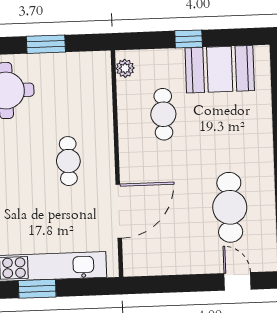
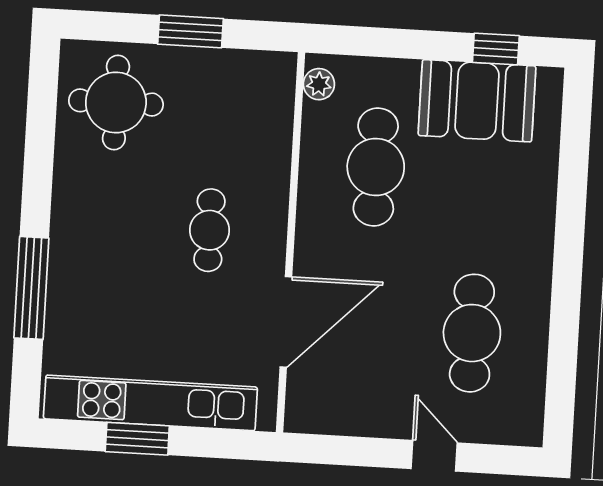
window: (189, 39) -> (496, 49), moved
cafe table: (163, 114) -> (376, 167), width x1.37, depth x1.35
door: (237, 281) -> (434, 456), moved

